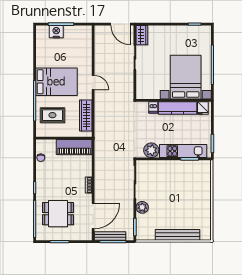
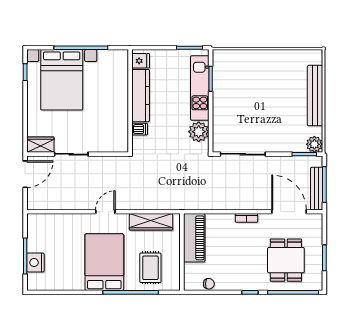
bed with nightstands: (186, 77) -> (62, 80), moved, turned -90
plant: (142, 207) -> (314, 144), moved

